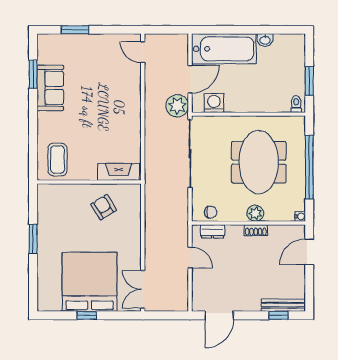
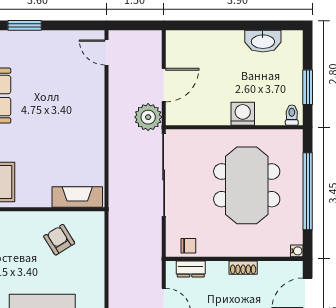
washbasin: (265, 40) -> (263, 41), width x1.91, depth x1.45
bathtub: (224, 49) -> (205, 48), removed
washing machine: (214, 103) -> (243, 114), moved
plant: (255, 213) -> (243, 247), removed

